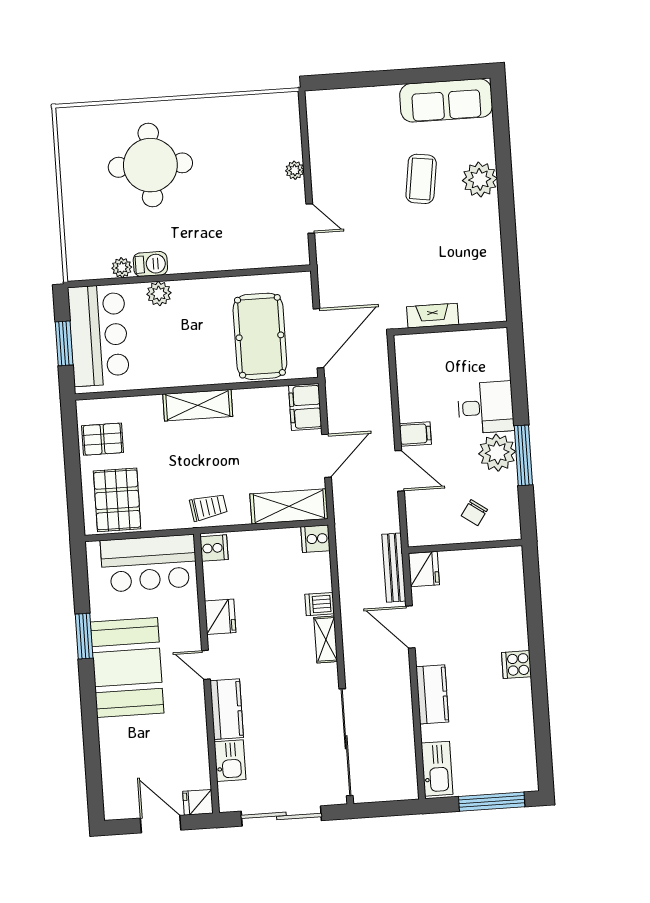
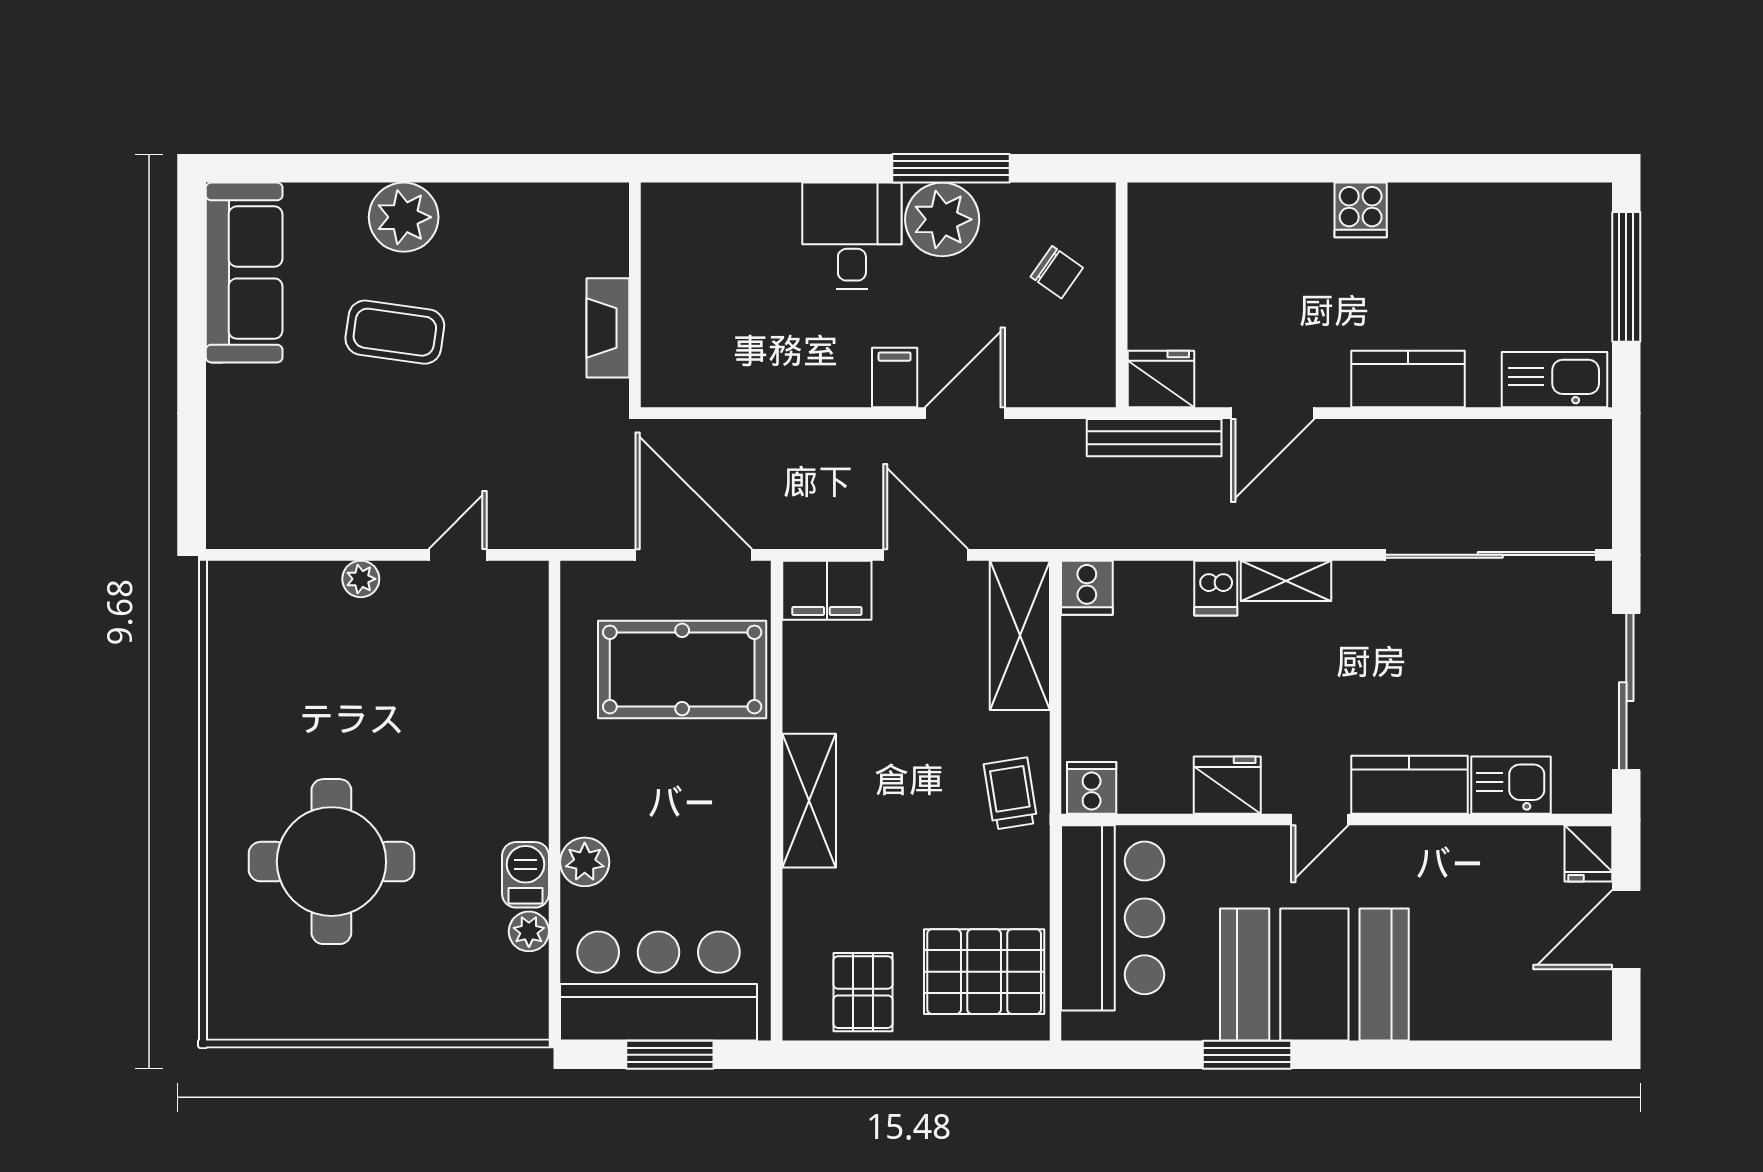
fireplace: (433, 316) -> (608, 328), moved
wall: (450, 328) -> (635, 295), moved

